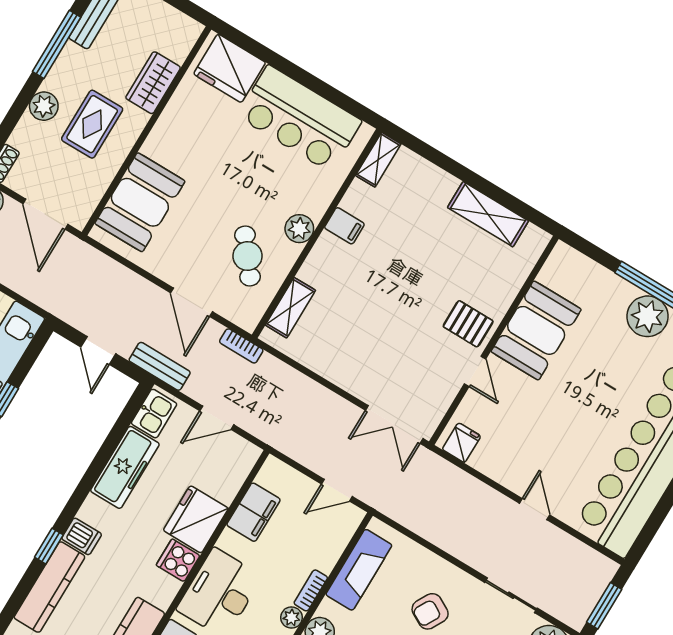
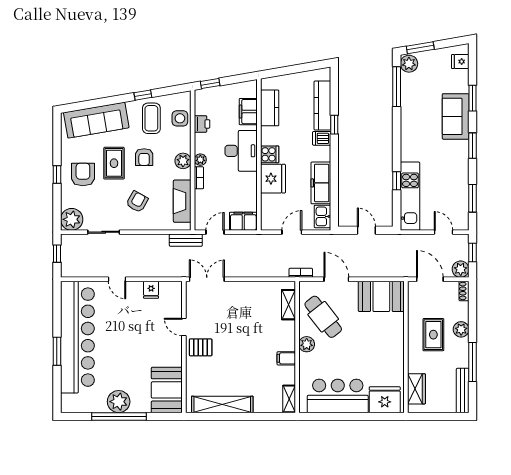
wardrobe: (153, 83) -> (416, 389), moved
booth: (140, 202) -> (381, 296), moved, turned 90
shelving: (488, 214) -> (222, 404), width x1.47
cafe table: (248, 256) -> (323, 317), width x1.37, depth x1.35
booth: (536, 330) -> (167, 390), moved
bench: (160, 366) -> (186, 240), moved
fridge: (461, 443) -> (151, 290), moved
filing cabinet: (254, 512) -> (243, 221), moved, turned 90
window: (604, 606) -> (57, 254), width x0.67

